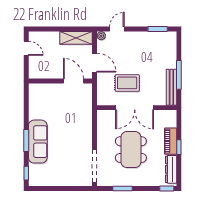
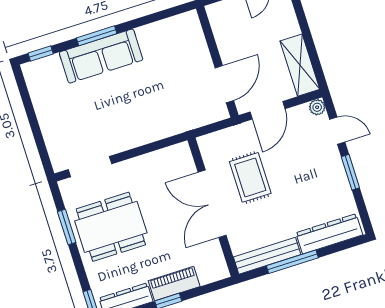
window: (158, 29) -> (350, 172), moved
dresser: (170, 51) -> (329, 234), added
dining table: (131, 150) -> (111, 227), moved
doorway: (94, 166) -> (90, 167), width x0.73

